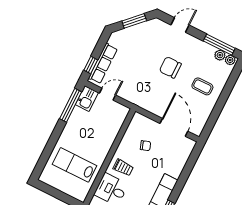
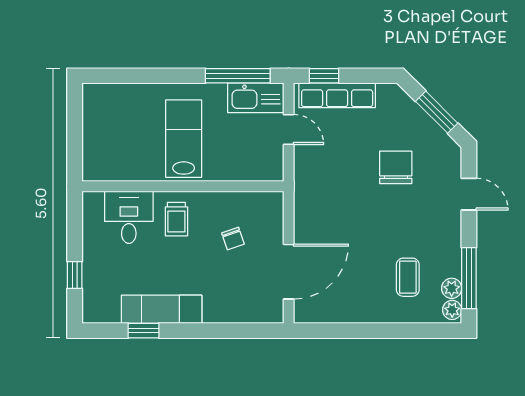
chair: (170, 67) -> (396, 167), moved
coffee table: (202, 86) -> (408, 277), moved
kitchen sink: (87, 98) -> (256, 98), width x1.38
lab bench: (75, 165) -> (184, 139), moved

